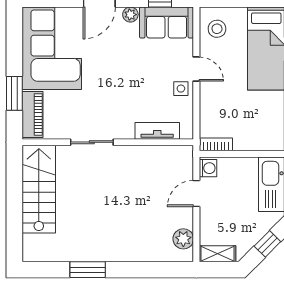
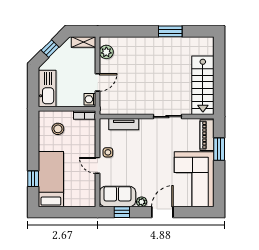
stool: (217, 29) -> (58, 129), moved

